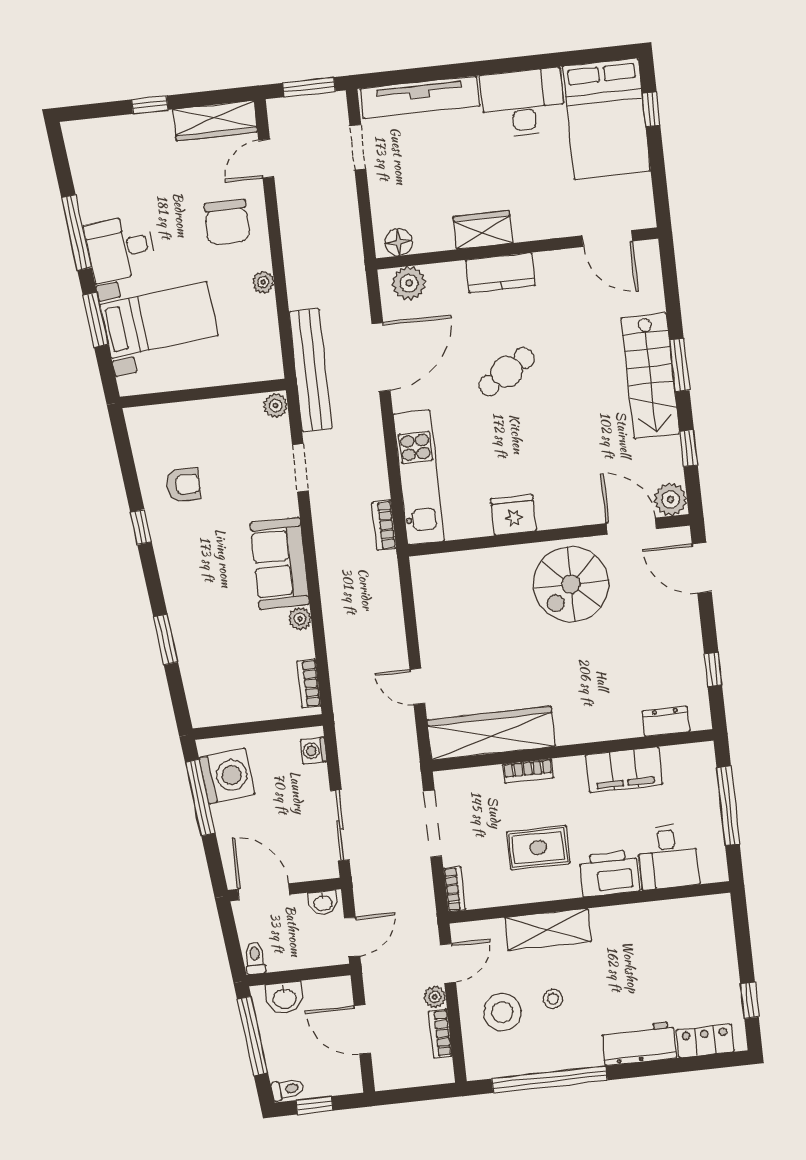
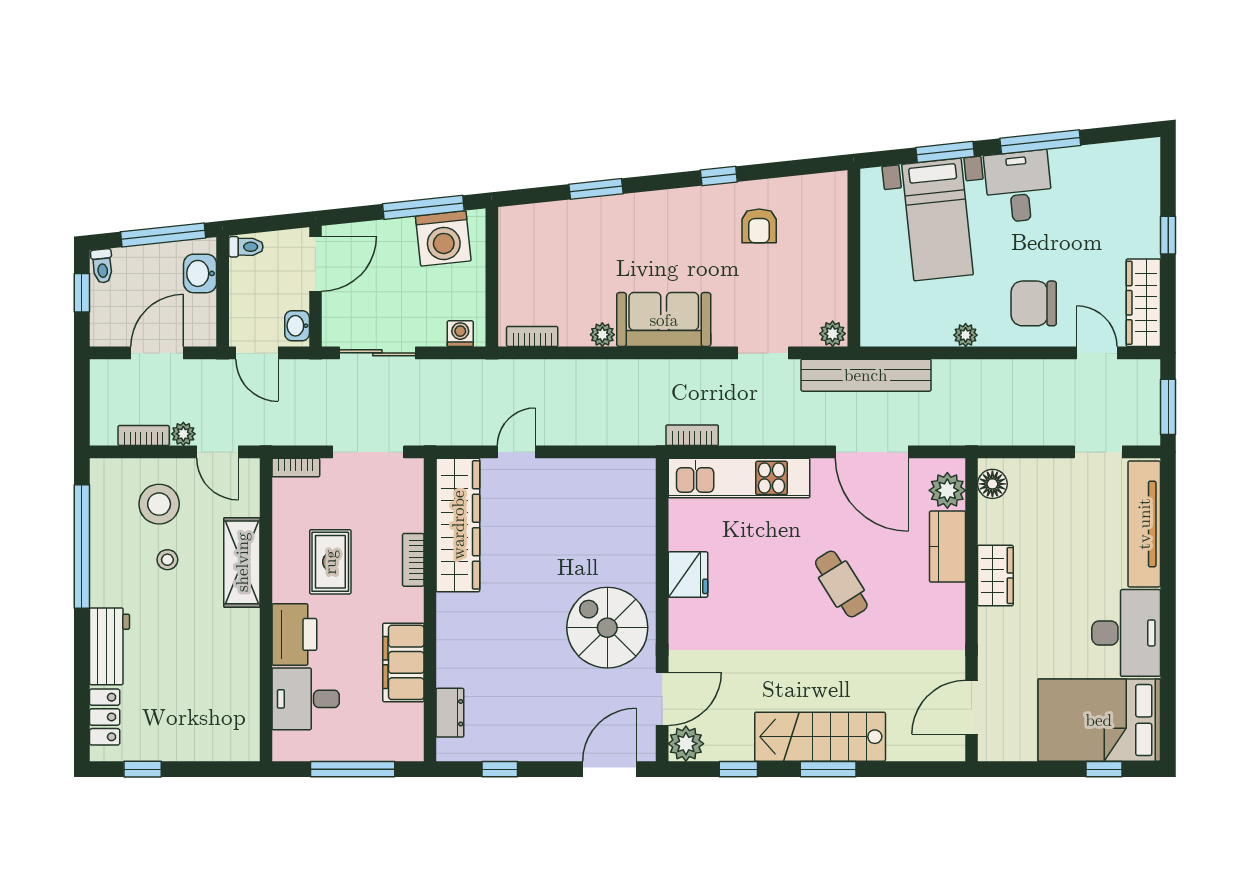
kitchen counter: (500, 273) -> (947, 547), moved

